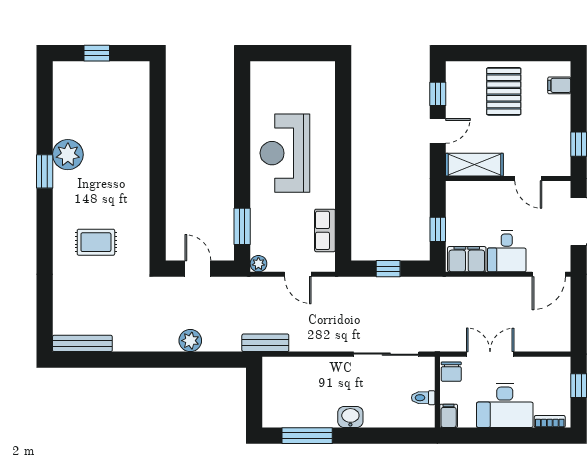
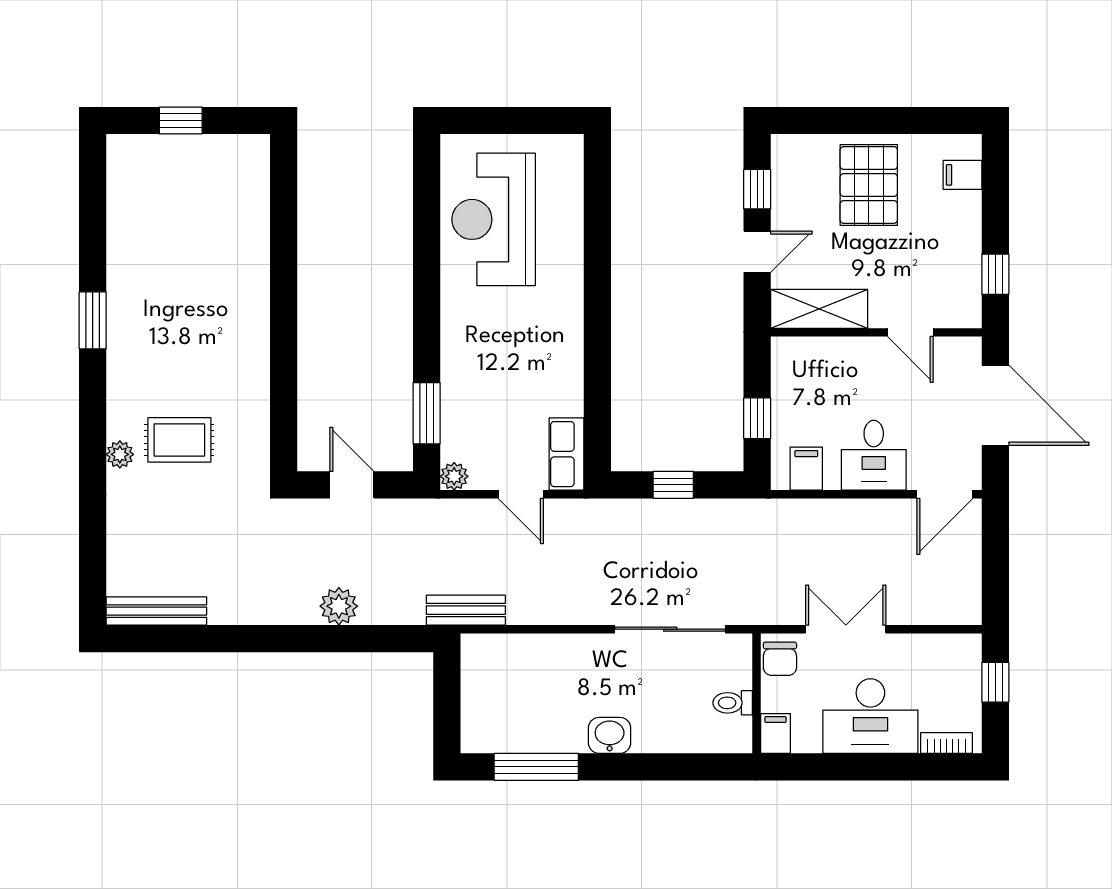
reception desk: (285, 153) -> (494, 219), moved
plant: (68, 155) -> (120, 454), moved, width x0.53, depth x0.53
row of seats: (325, 230) -> (567, 454), moved
filing cabinet: (467, 259) -> (806, 469), width x0.50

